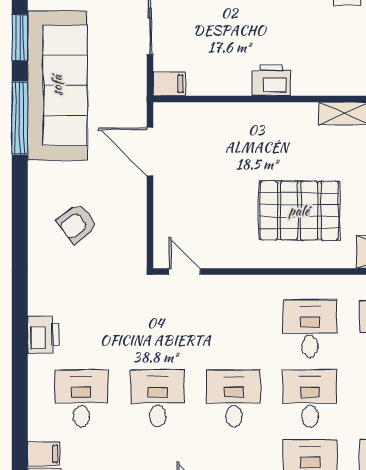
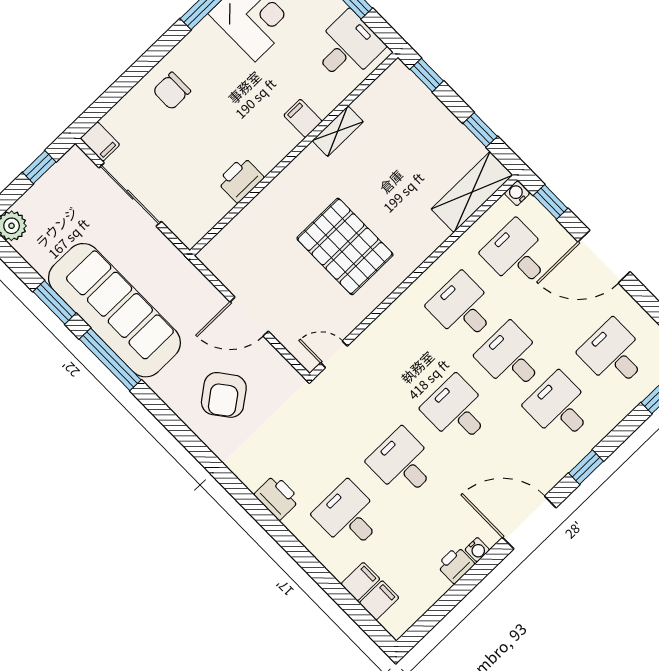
printer: (271, 80) -> (240, 180), moved
filing cabinet: (169, 84) -> (303, 118), moved, turned -90
door: (150, 152) -> (249, 316), moved
pallet: (299, 211) -> (345, 246), moved, turned 90
armchair: (77, 223) -> (224, 395), width x1.38, depth x1.38

